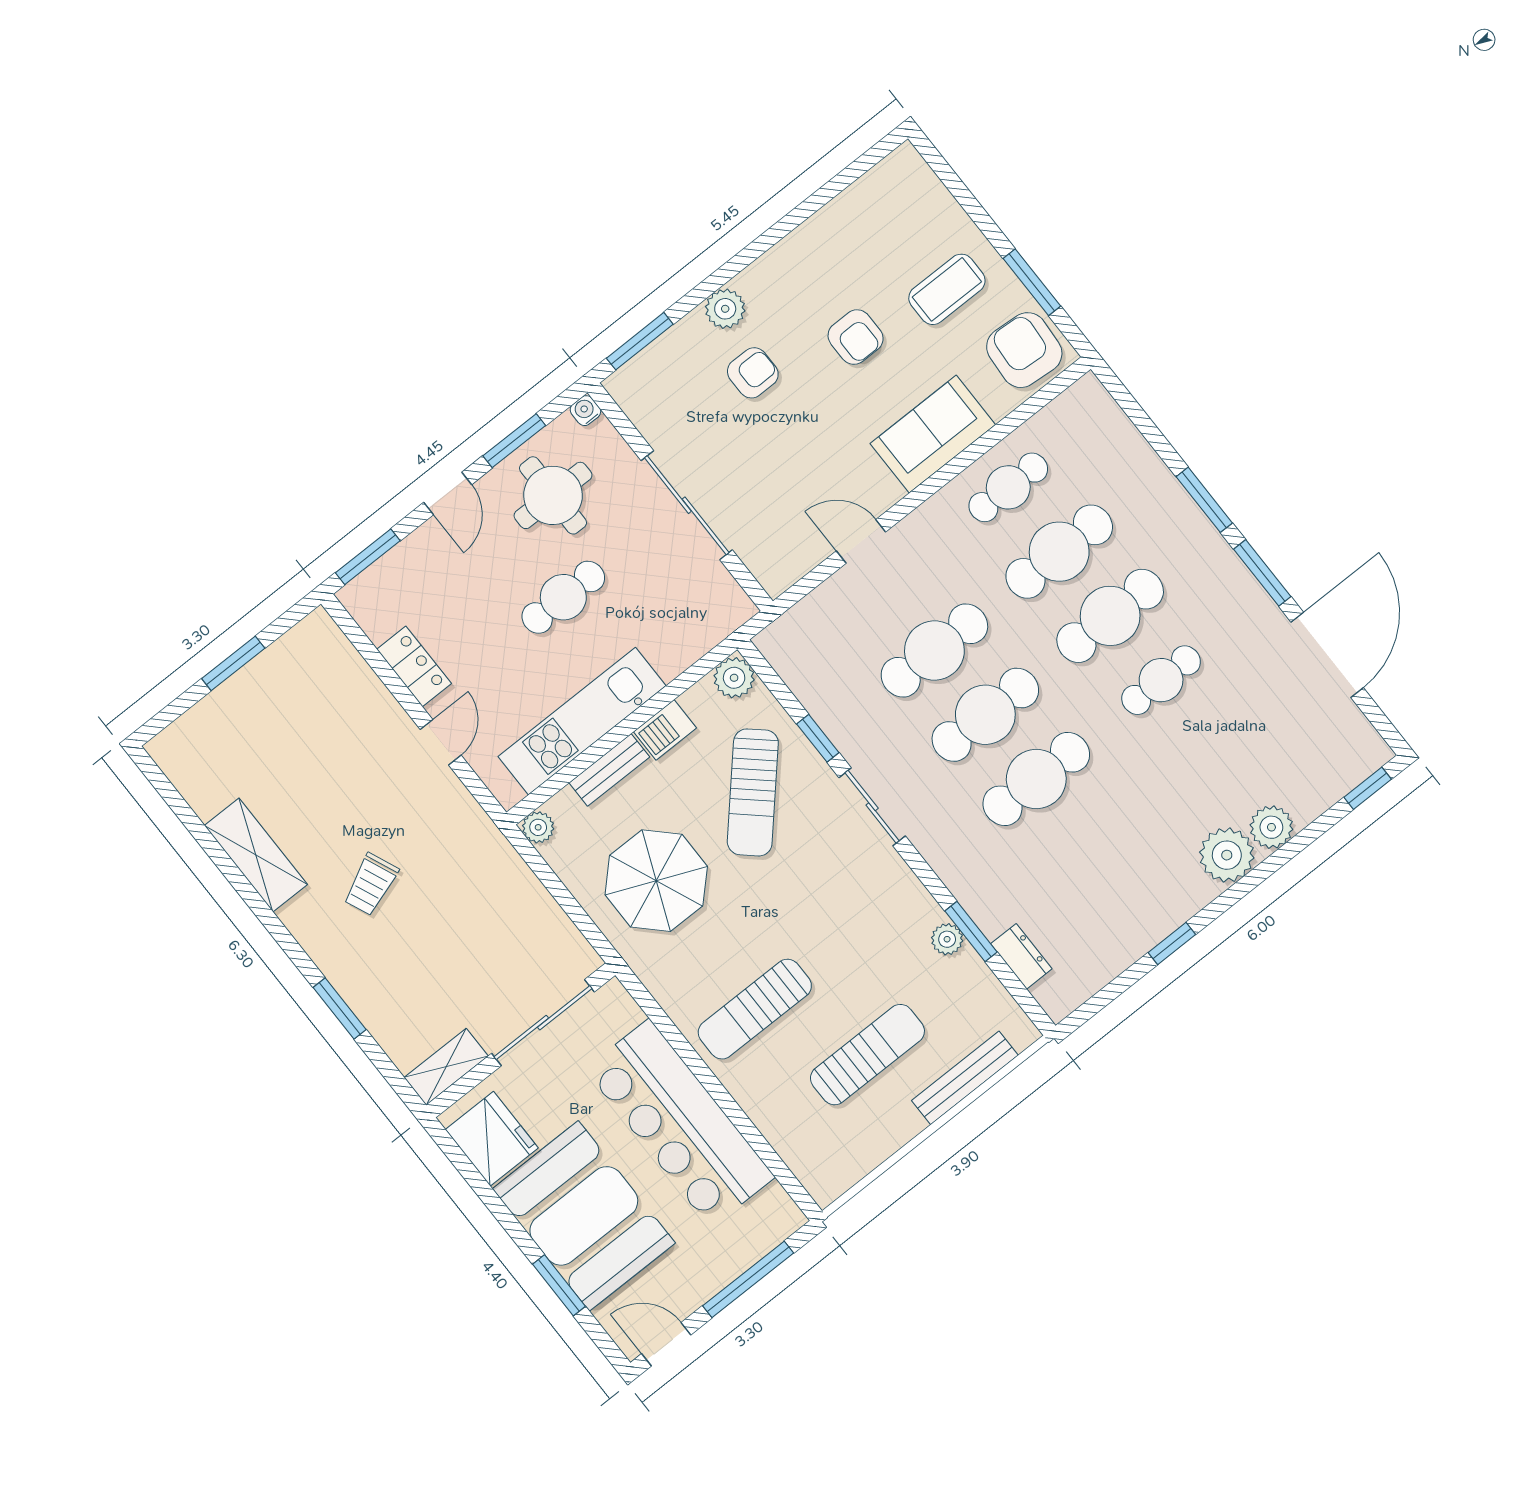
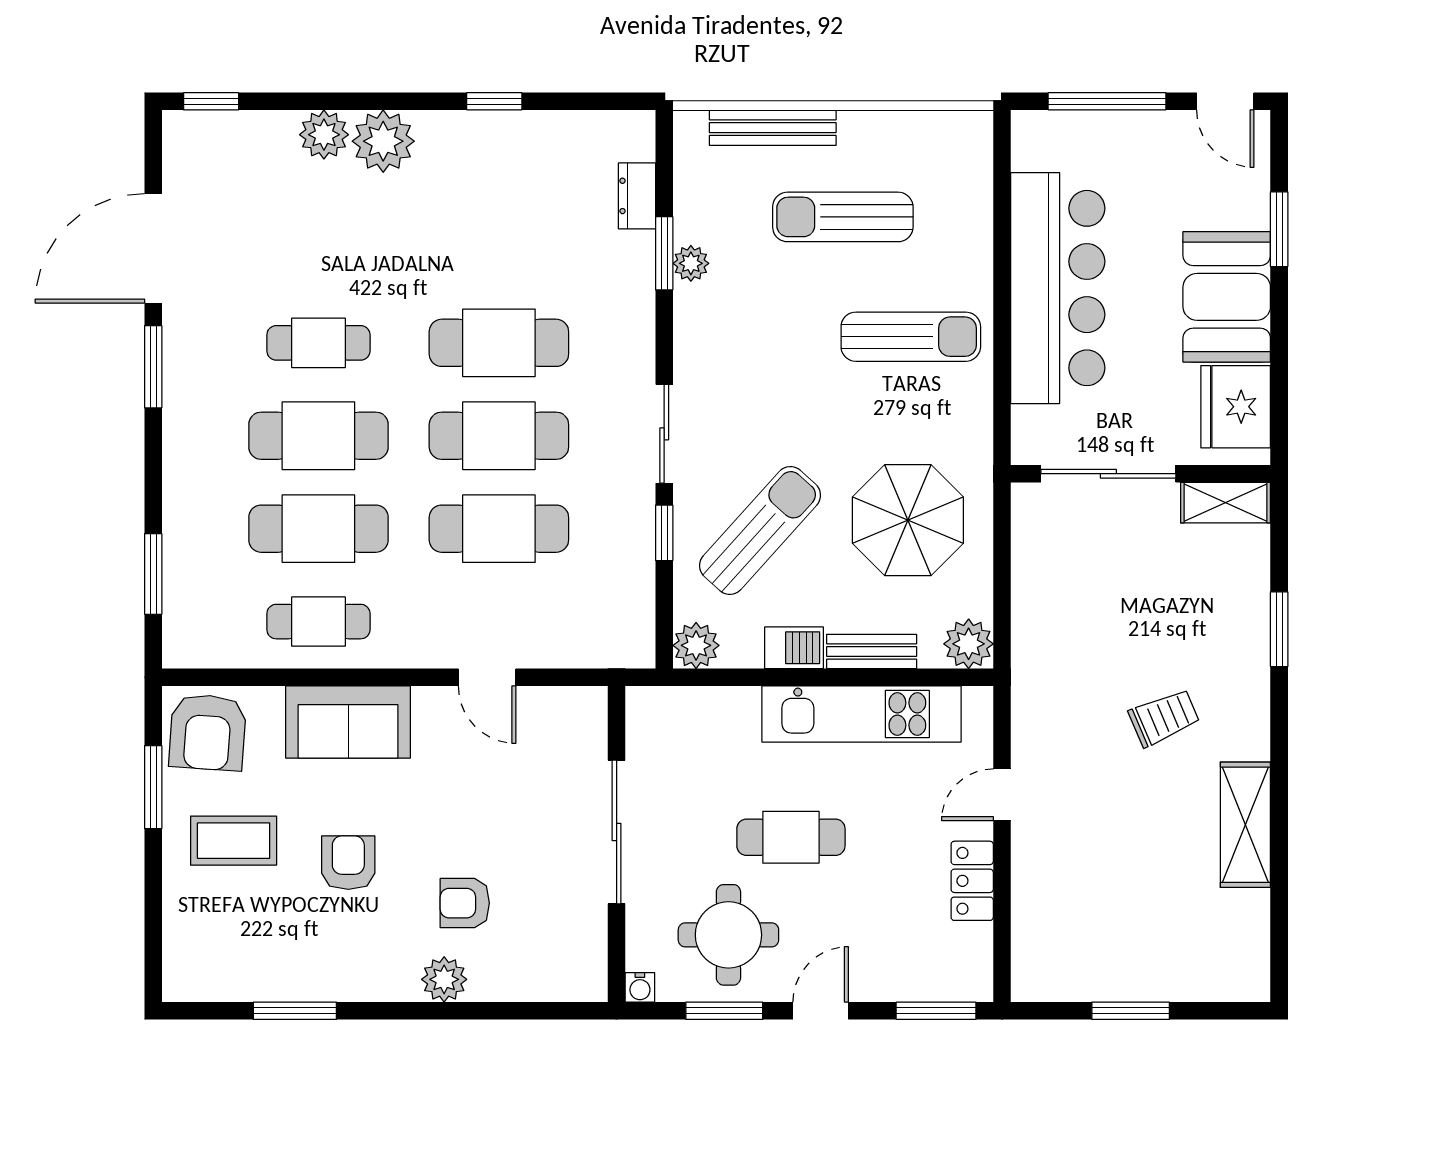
window: (640, 341) -> (295, 1011), moved
window: (1204, 500) -> (153, 574), moved
plant: (538, 827) -> (969, 644), width x1.38, depth x1.38
booth: (584, 1216) -> (1227, 297), width x0.73, depth x0.70

